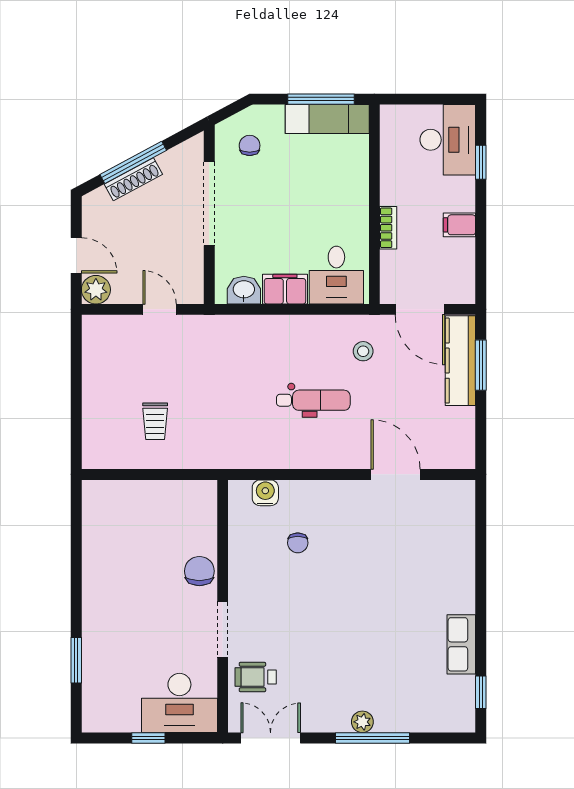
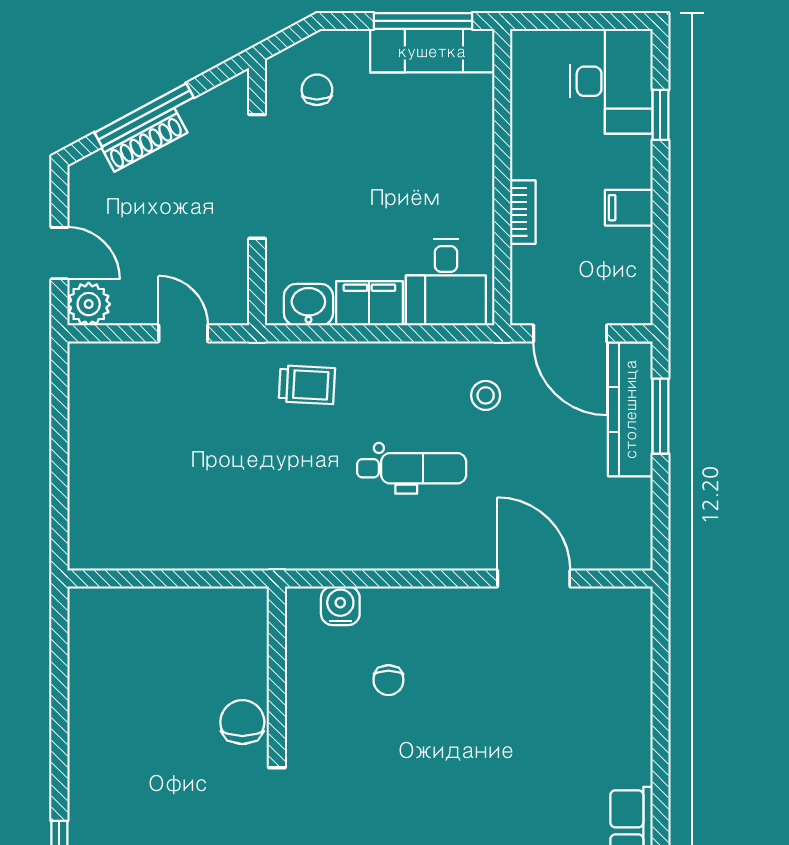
trolley: (155, 421) -> (307, 385), moved, turned -87

